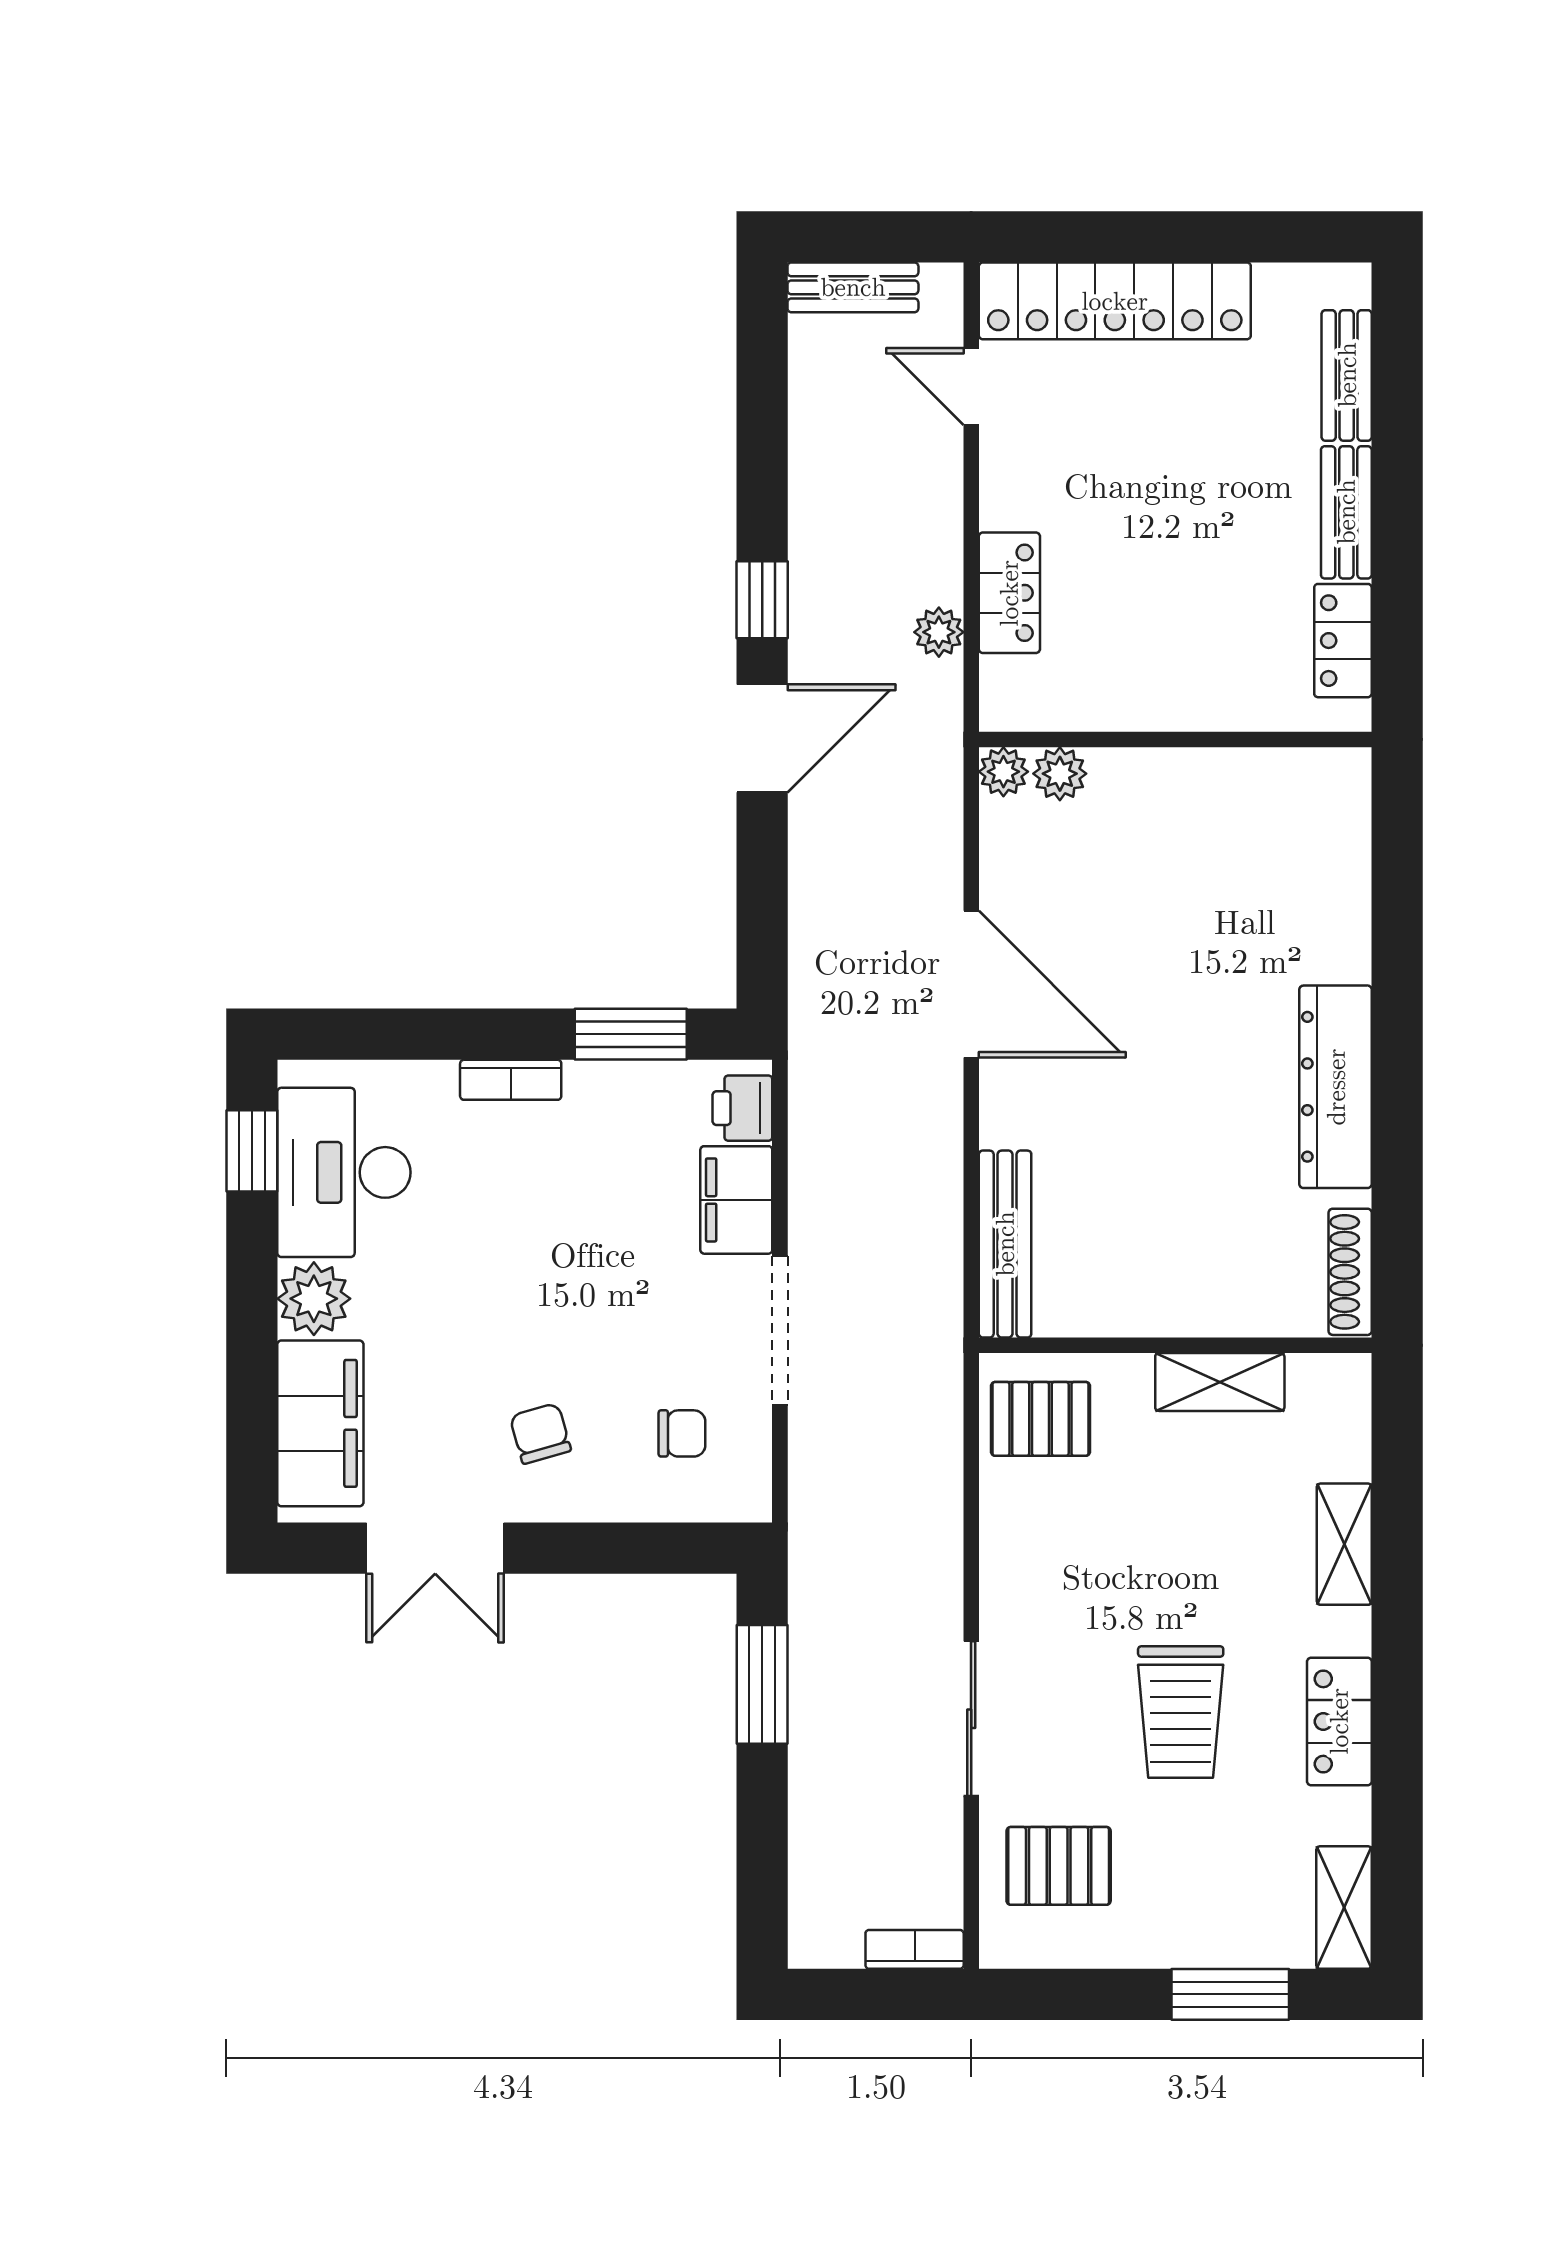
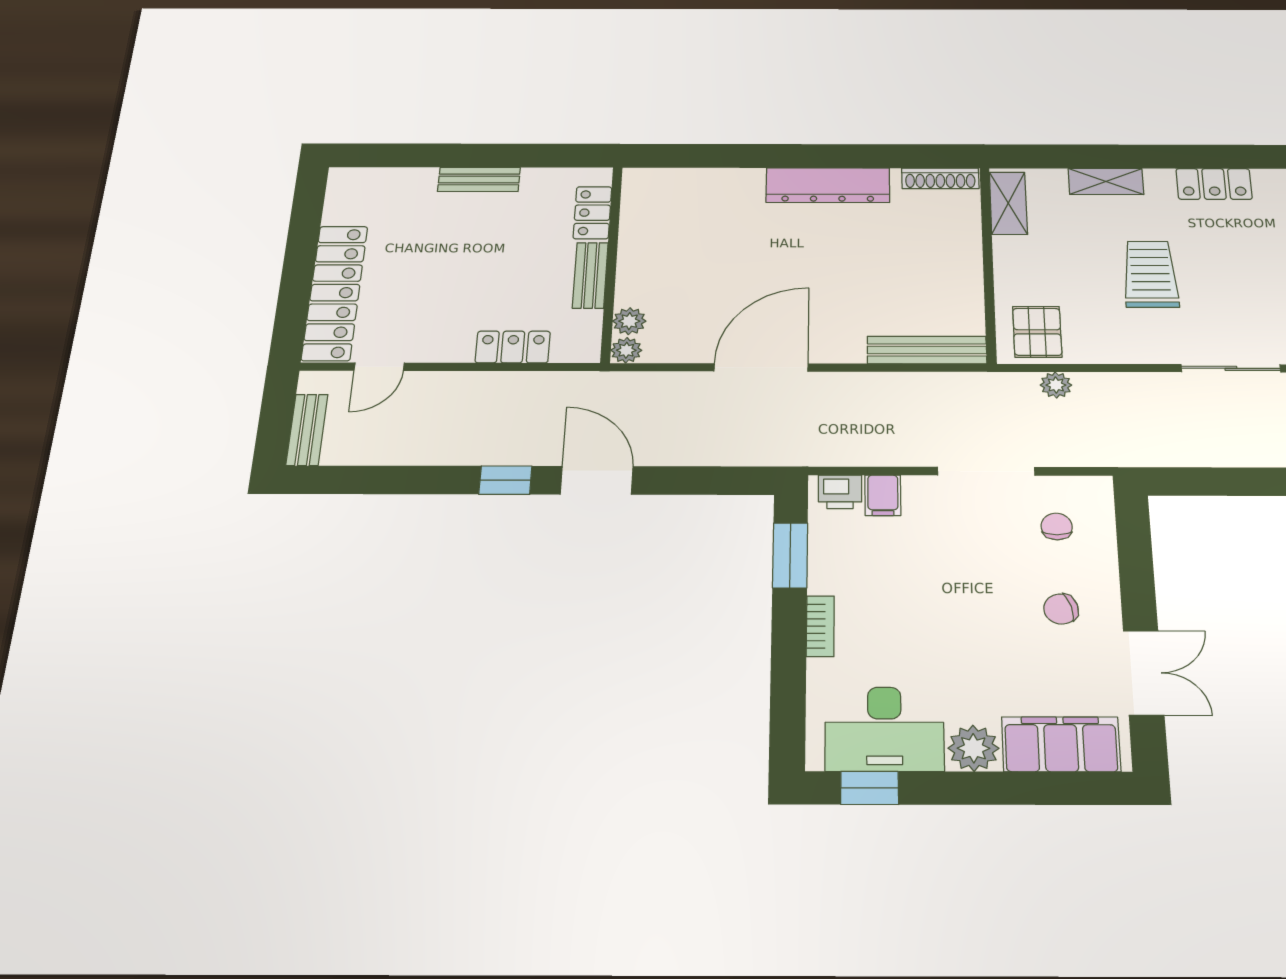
bench: (1347, 375) -> (590, 275), moved, turned 90
plant: (939, 632) -> (1056, 385), moved
locker: (1343, 641) -> (592, 213), moved, turned 90
filing cabinet: (736, 1200) -> (883, 495), width x0.50
shelving: (1220, 1382) -> (1008, 203), moved
window: (762, 1684) -> (1220, 482), removed
trolley: (1181, 1712) -> (1150, 274), moved, turned -90

